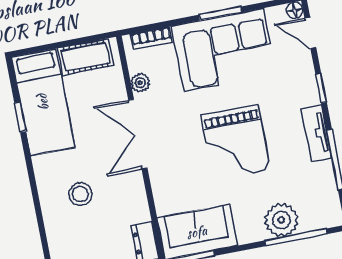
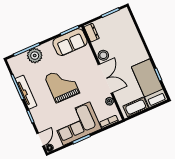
door: (310, 33) -> (41, 140), hinge flipped
tv unit: (316, 133) -> (26, 92), width x1.41
stool: (80, 194) -> (103, 55), moved

